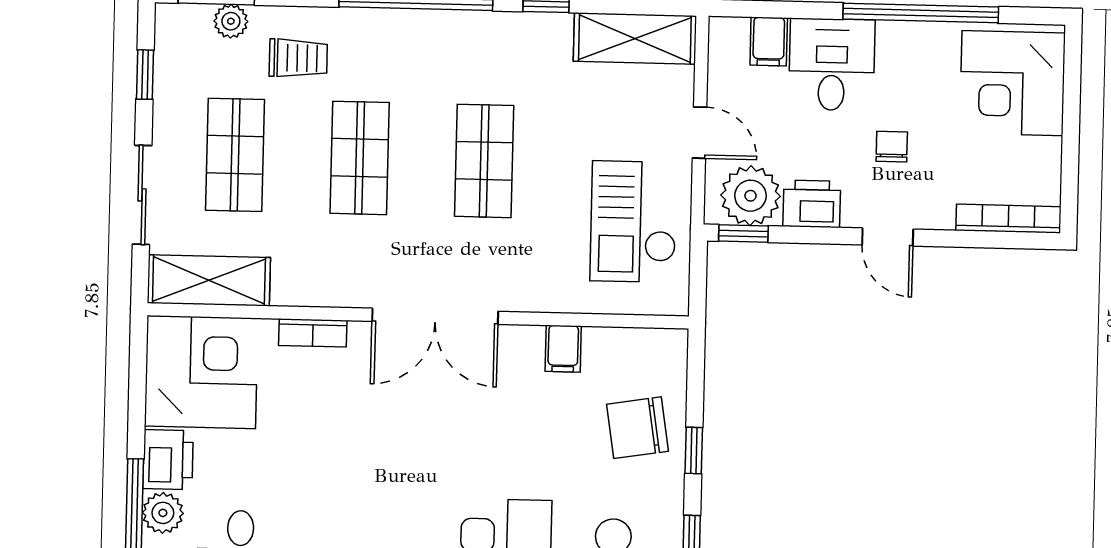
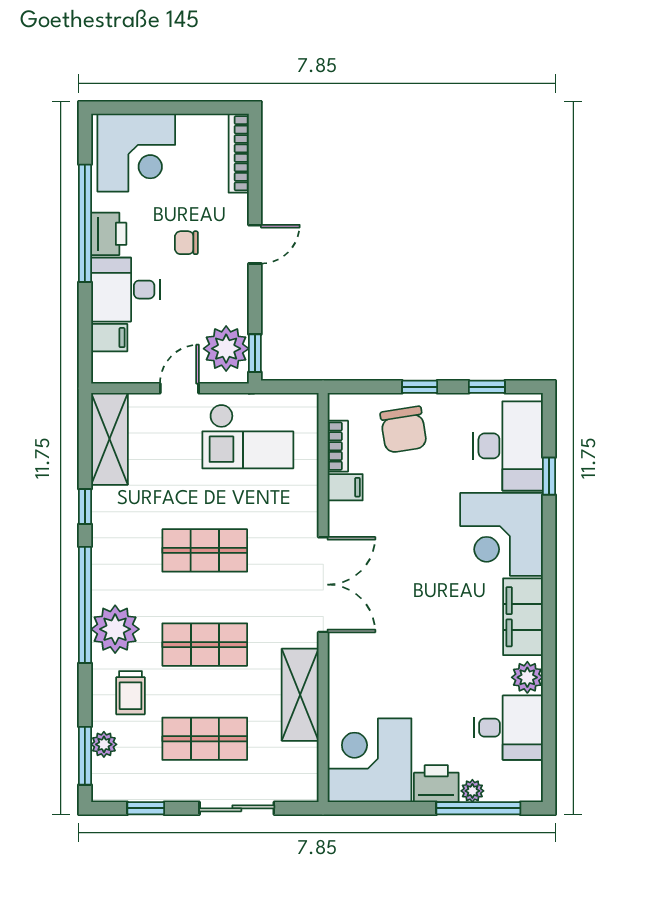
plant: (383, 40) -> (115, 629), added
trolley: (298, 58) -> (131, 693), turned 180
printer: (812, 204) -> (109, 234), moved, turned 180
shelving: (209, 280) -> (300, 695), moved
bookcase: (313, 333) -> (338, 446), moved
plant: (163, 513) -> (472, 791), width x0.73, depth x0.73

